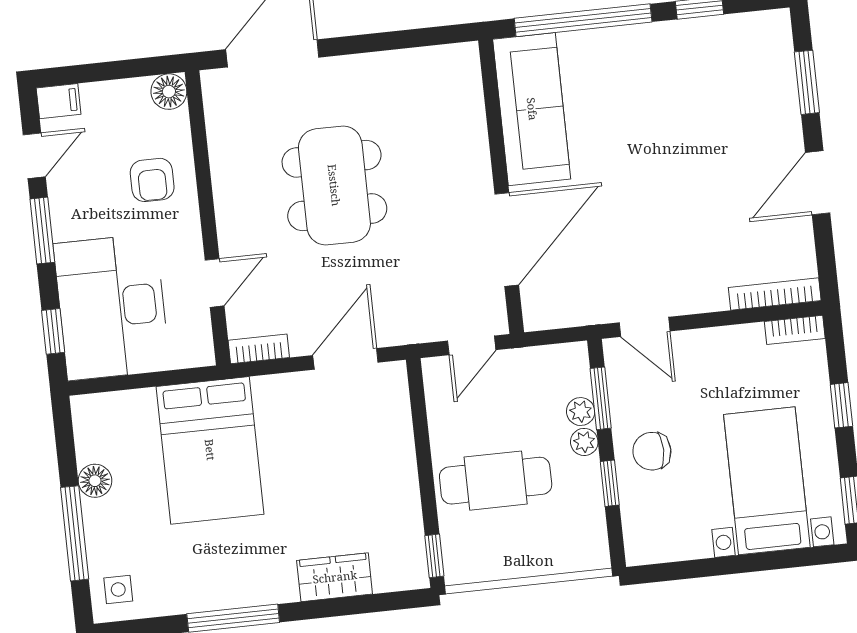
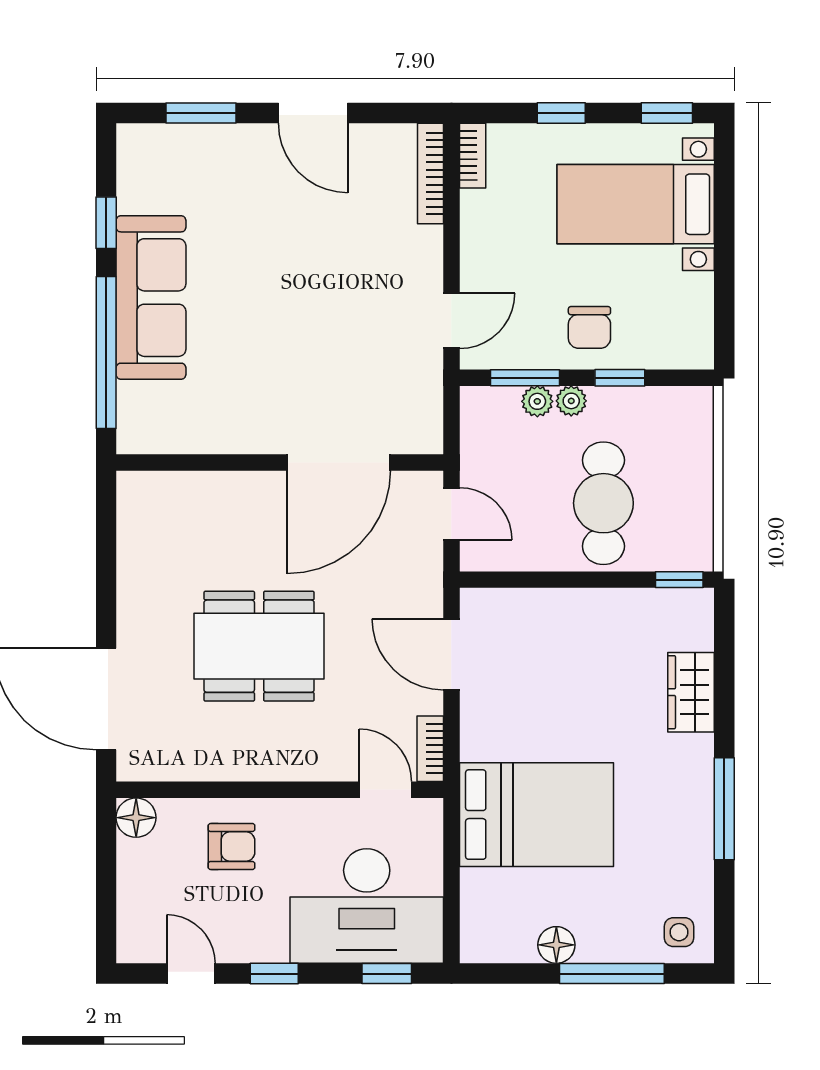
filing cabinet: (59, 101) -> (133, 940), removed
sofa: (532, 109) -> (151, 298), moved, turned 90
window: (42, 231) -> (274, 974), width x0.67
door: (507, 240) -> (339, 463), swing flipped
door: (215, 283) -> (385, 790), moved

